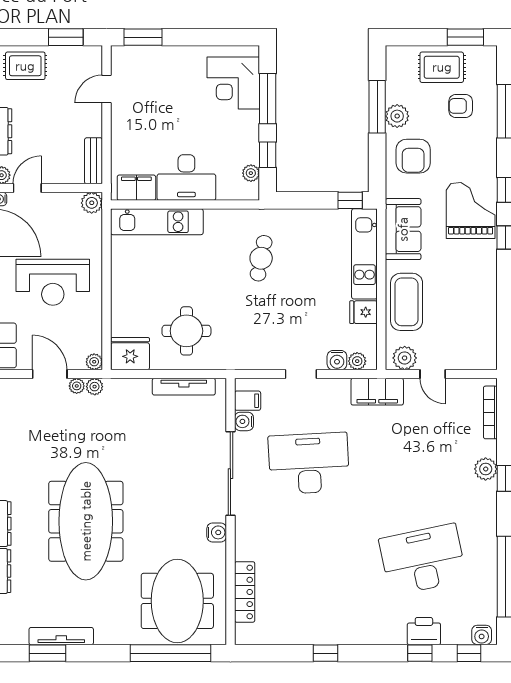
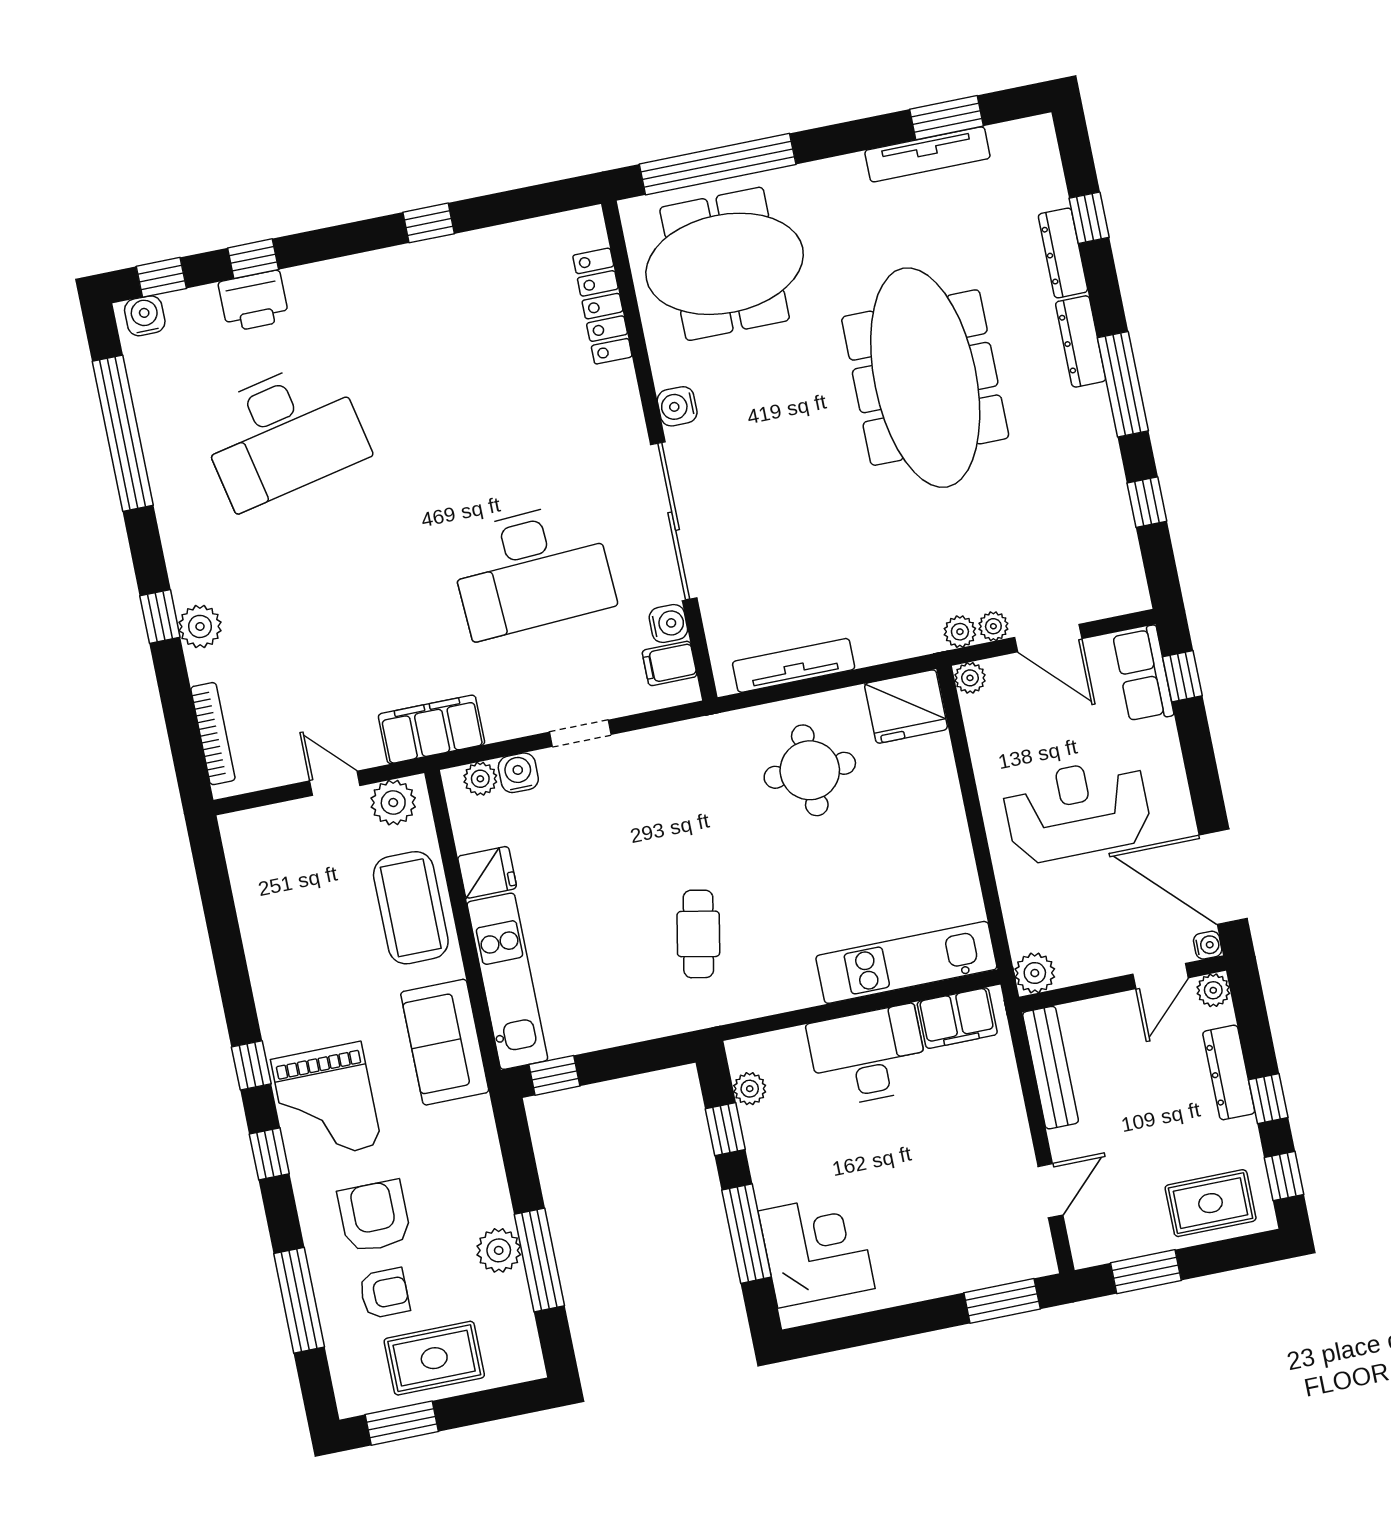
armchair: (413, 156) -> (374, 1216), moved
bench: (94, 161) -> (1051, 1068), width x1.36
meeting table: (177, 601) -> (725, 264), turned 90

